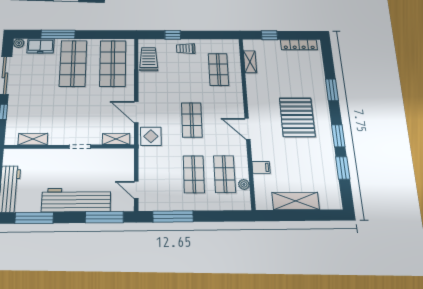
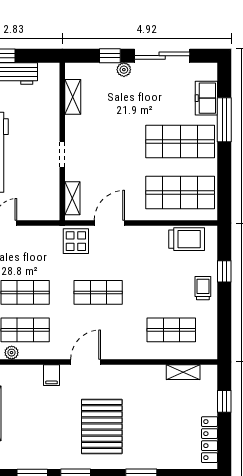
plant: (19, 43) -> (124, 70), moved
pallet: (297, 117) -> (102, 427), turned 90
filing cabinet: (261, 167) -> (52, 375), moved

